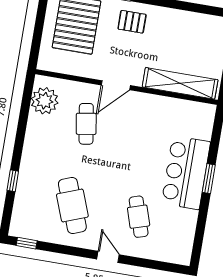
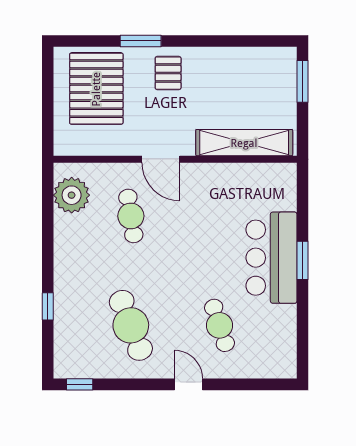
pallet: (132, 22) -> (168, 73), turned 90
door: (116, 85) -> (161, 159), hinge flipped

